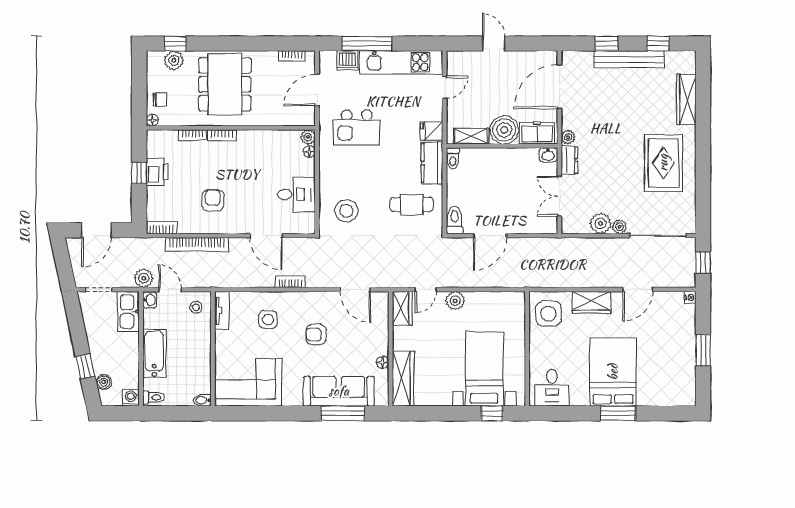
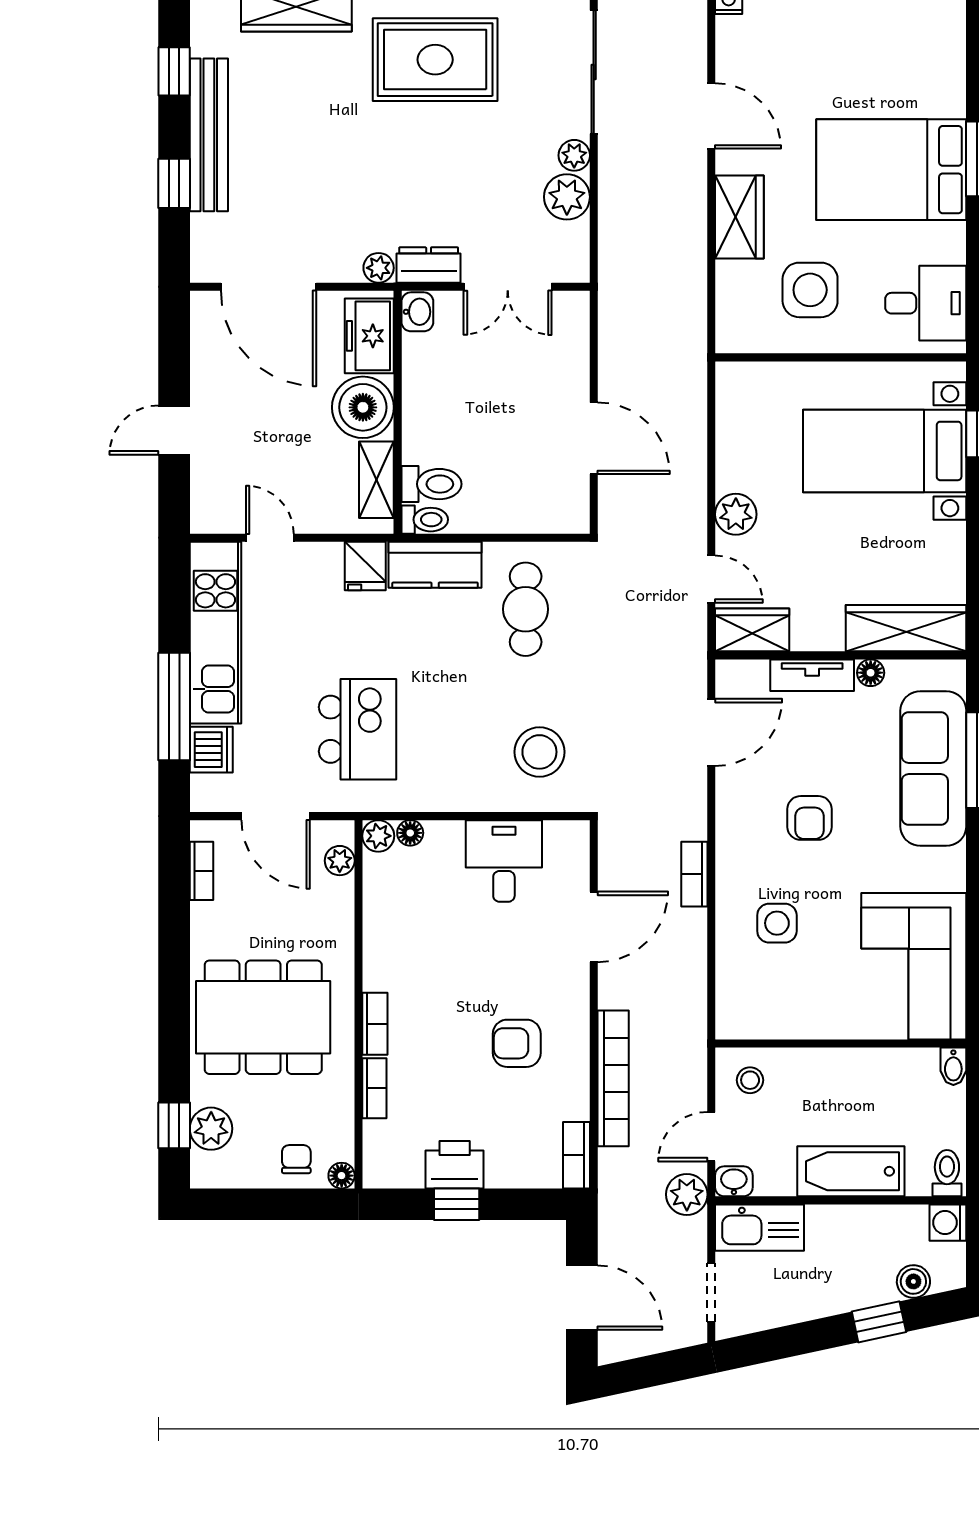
plant: (297, 119) -> (340, 861), added
toilet: (455, 220) -> (431, 484), moved, turned 180
tv unit: (222, 310) -> (812, 675), moved, turned 180
side table: (548, 314) -> (810, 290), moved

